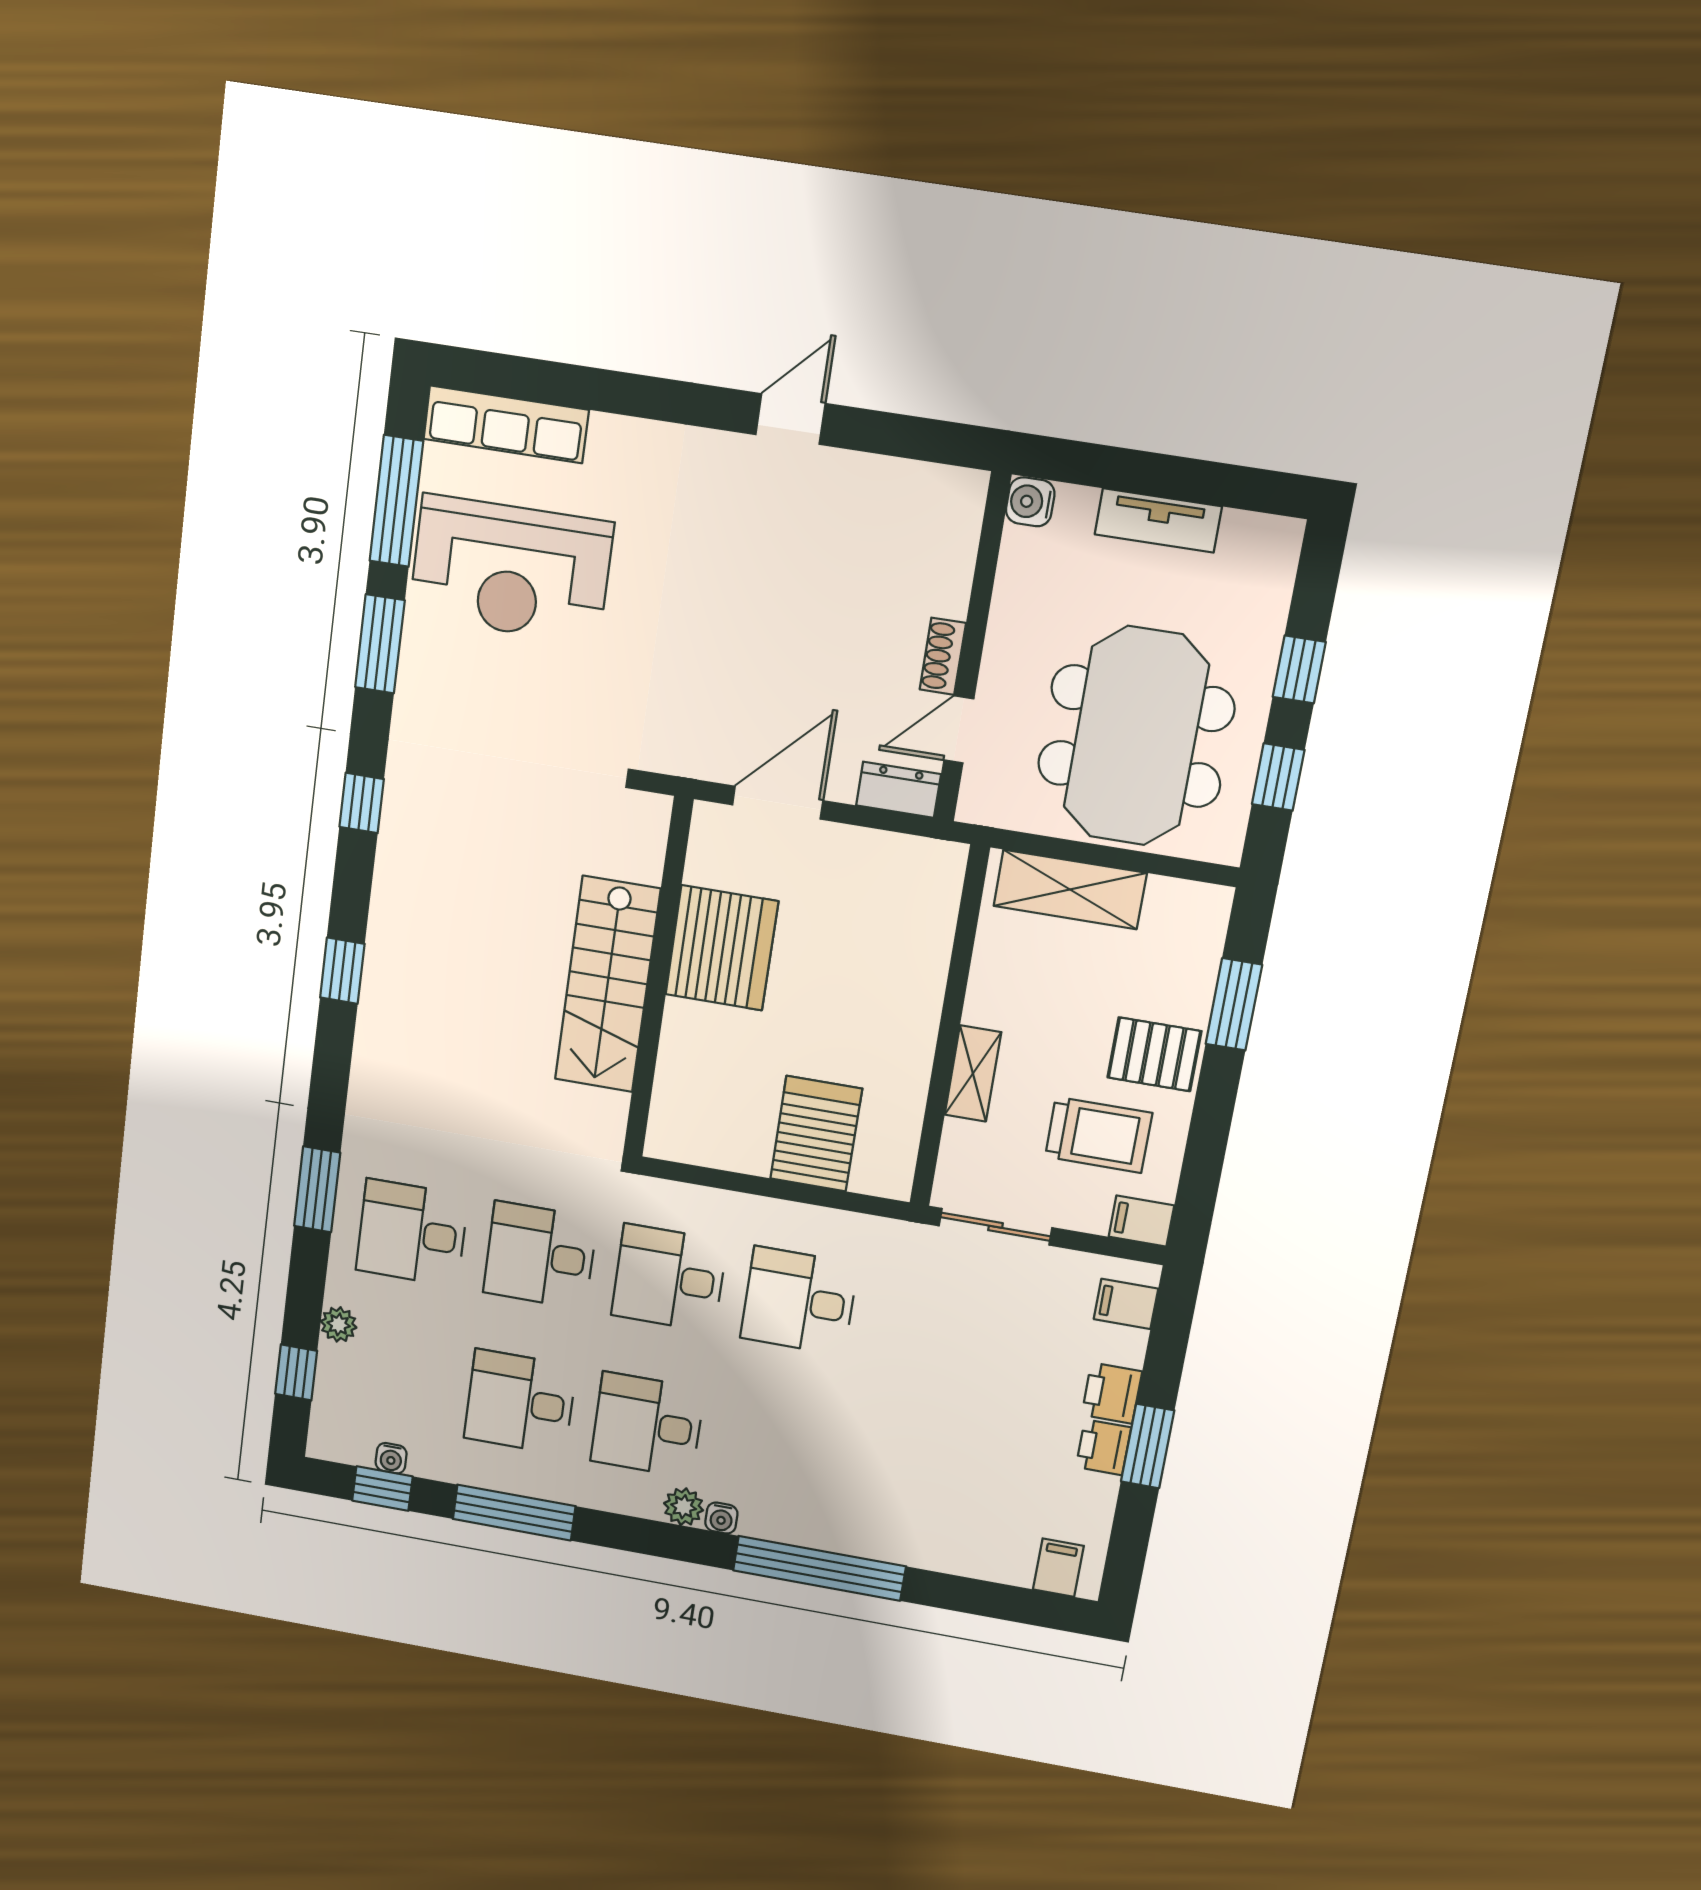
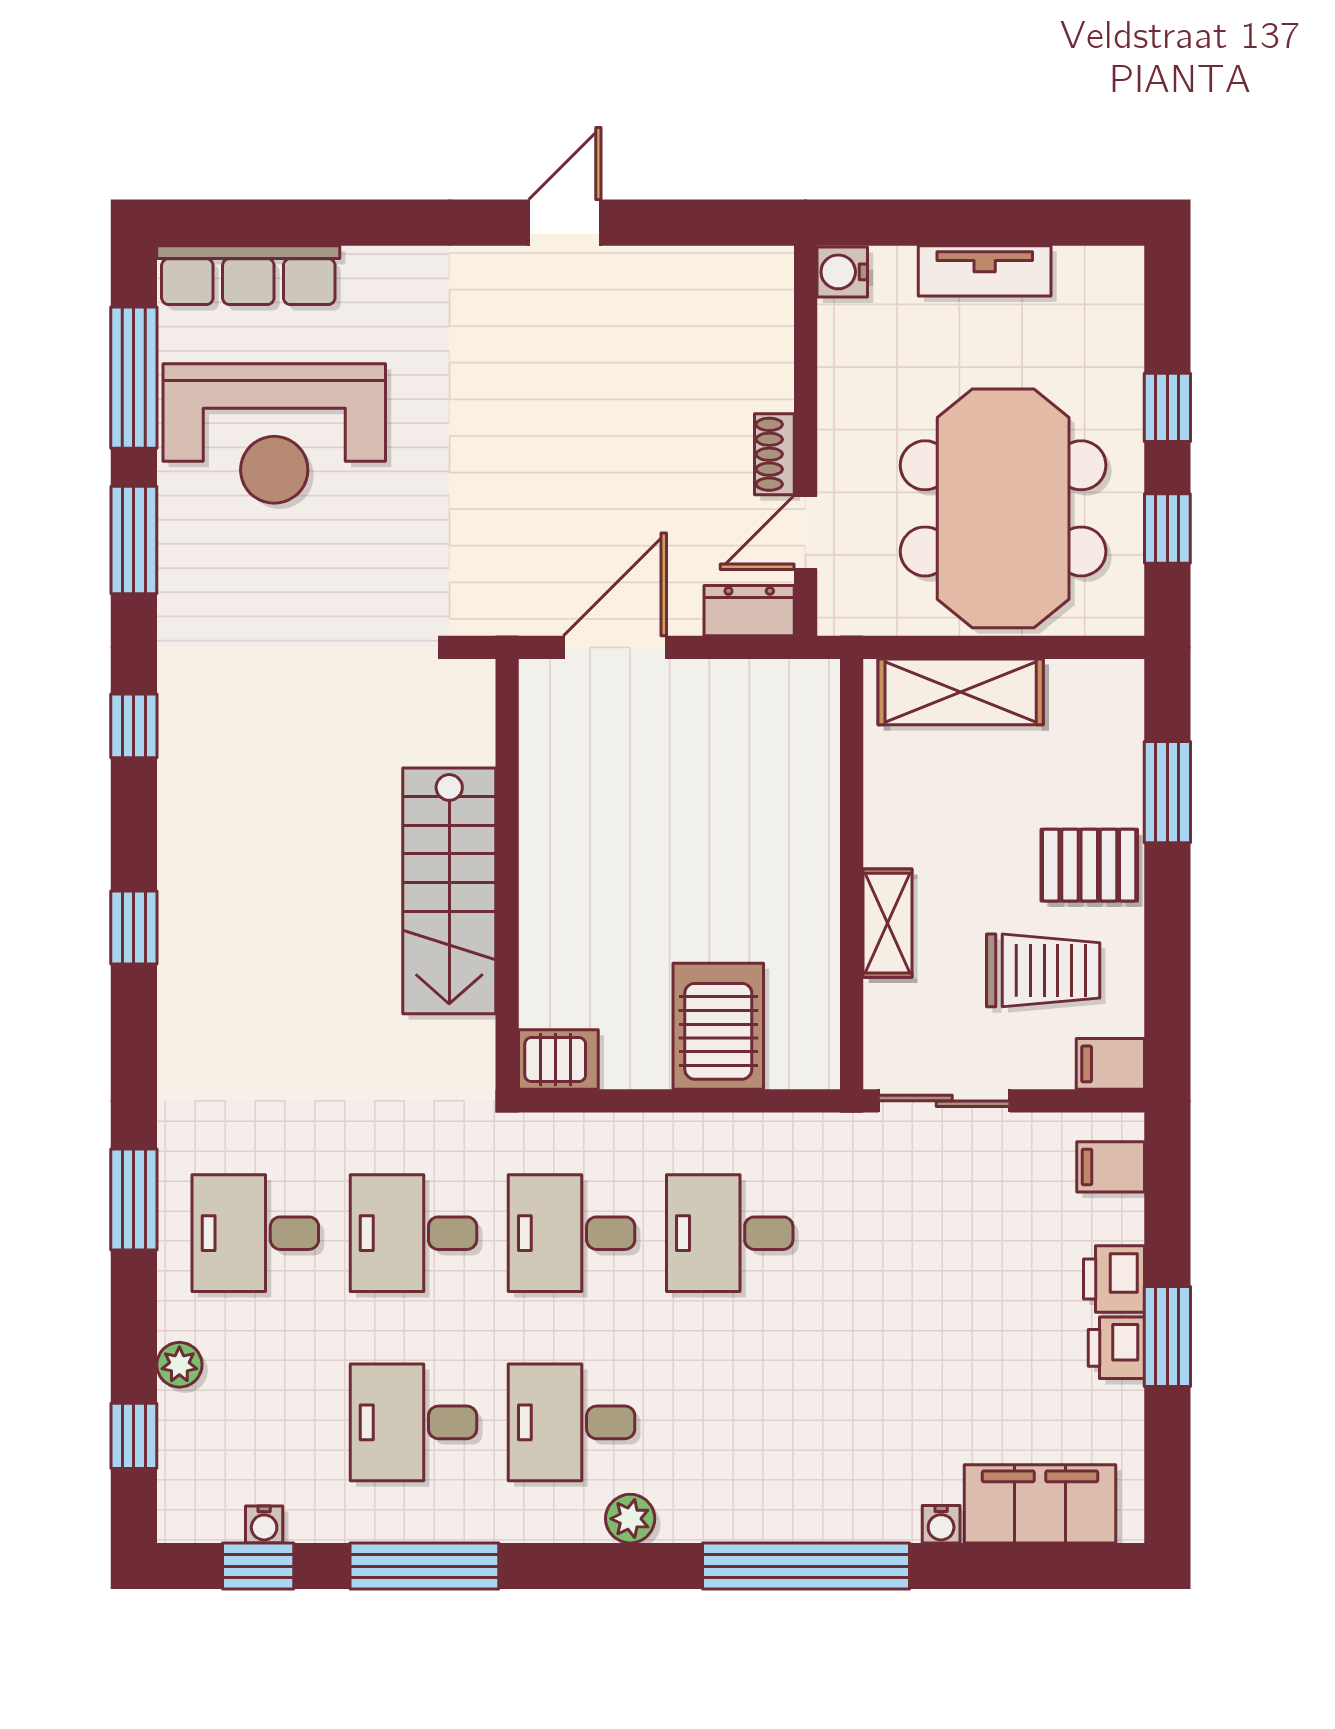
server rack: (722, 948) -> (558, 1060), moved, width x0.46, depth x0.70
water cooler: (721, 1518) -> (941, 1524), moved
filing cabinet: (1058, 1568) -> (1040, 1504), width x3.00, depth x1.17

